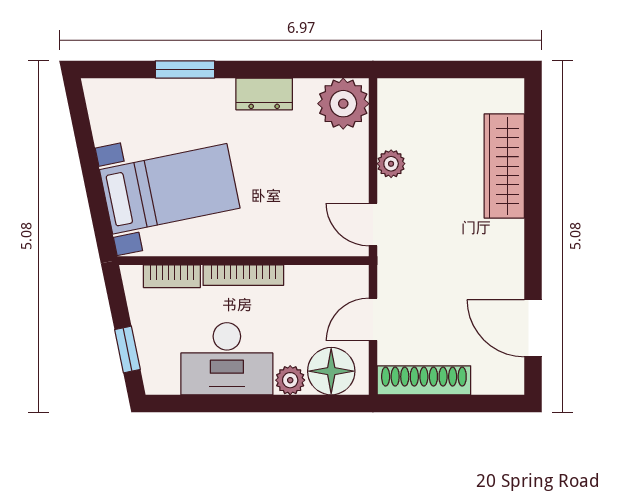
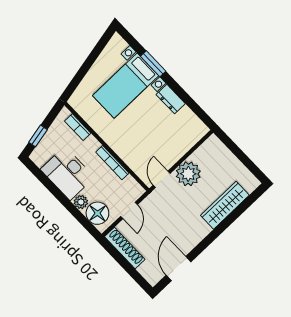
plant: (343, 104) -> (193, 129), removed
plant: (391, 164) -> (188, 174), width x1.88, depth x1.88
bed with nightstands: (170, 189) -> (126, 86), moved, turned 102
bookcase: (243, 275) -> (112, 163), moved
door: (373, 319) -> (129, 210), swing flipped

